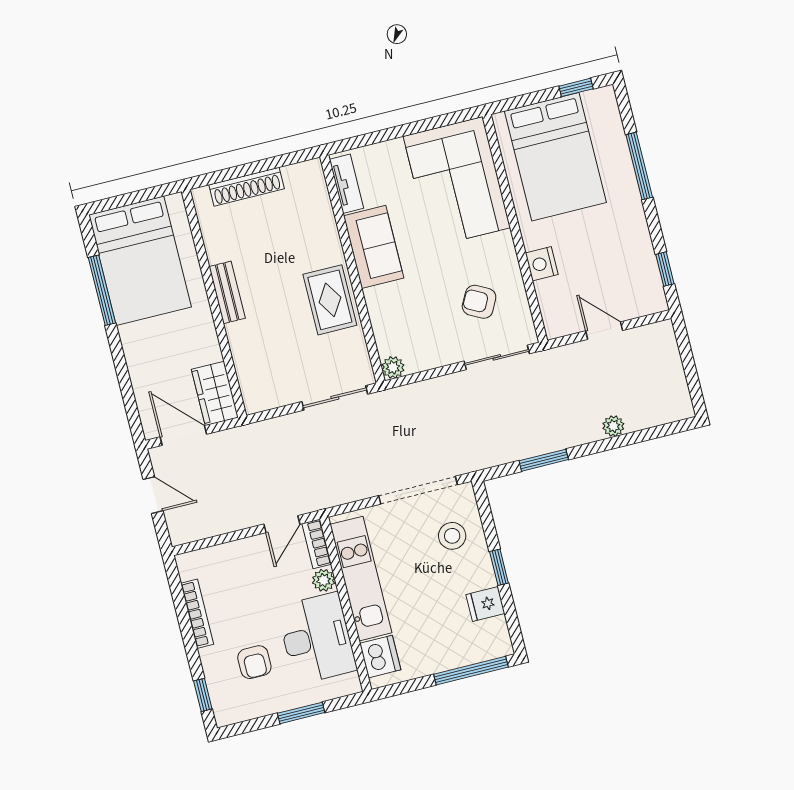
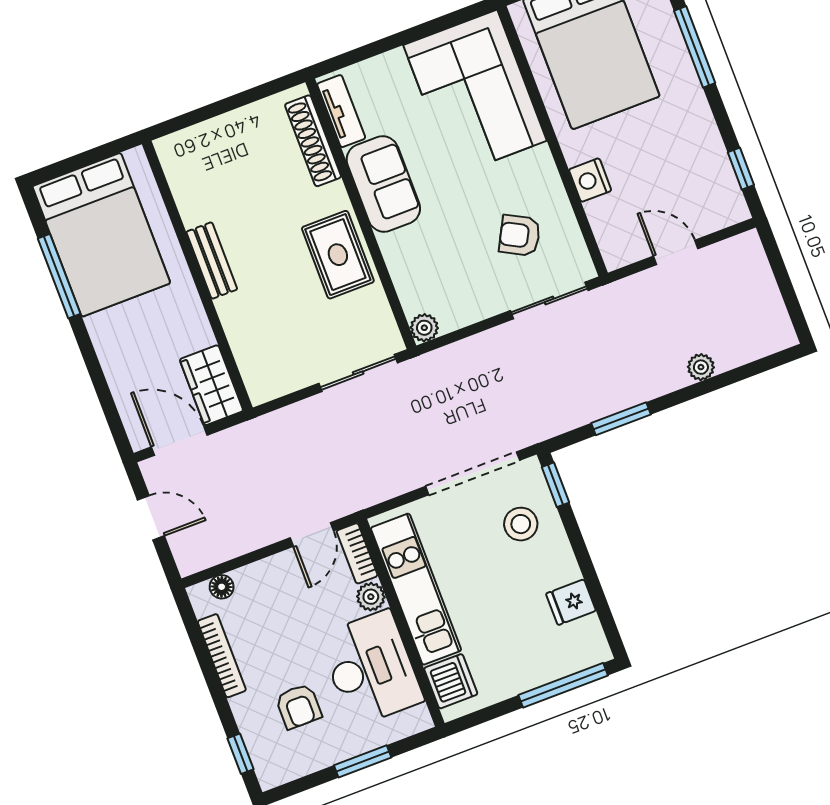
shoe rack: (247, 187) -> (313, 141), moved, turned 90
floor lamp: (204, 558) -> (222, 587), added
window: (499, 567) -> (555, 485), moved

